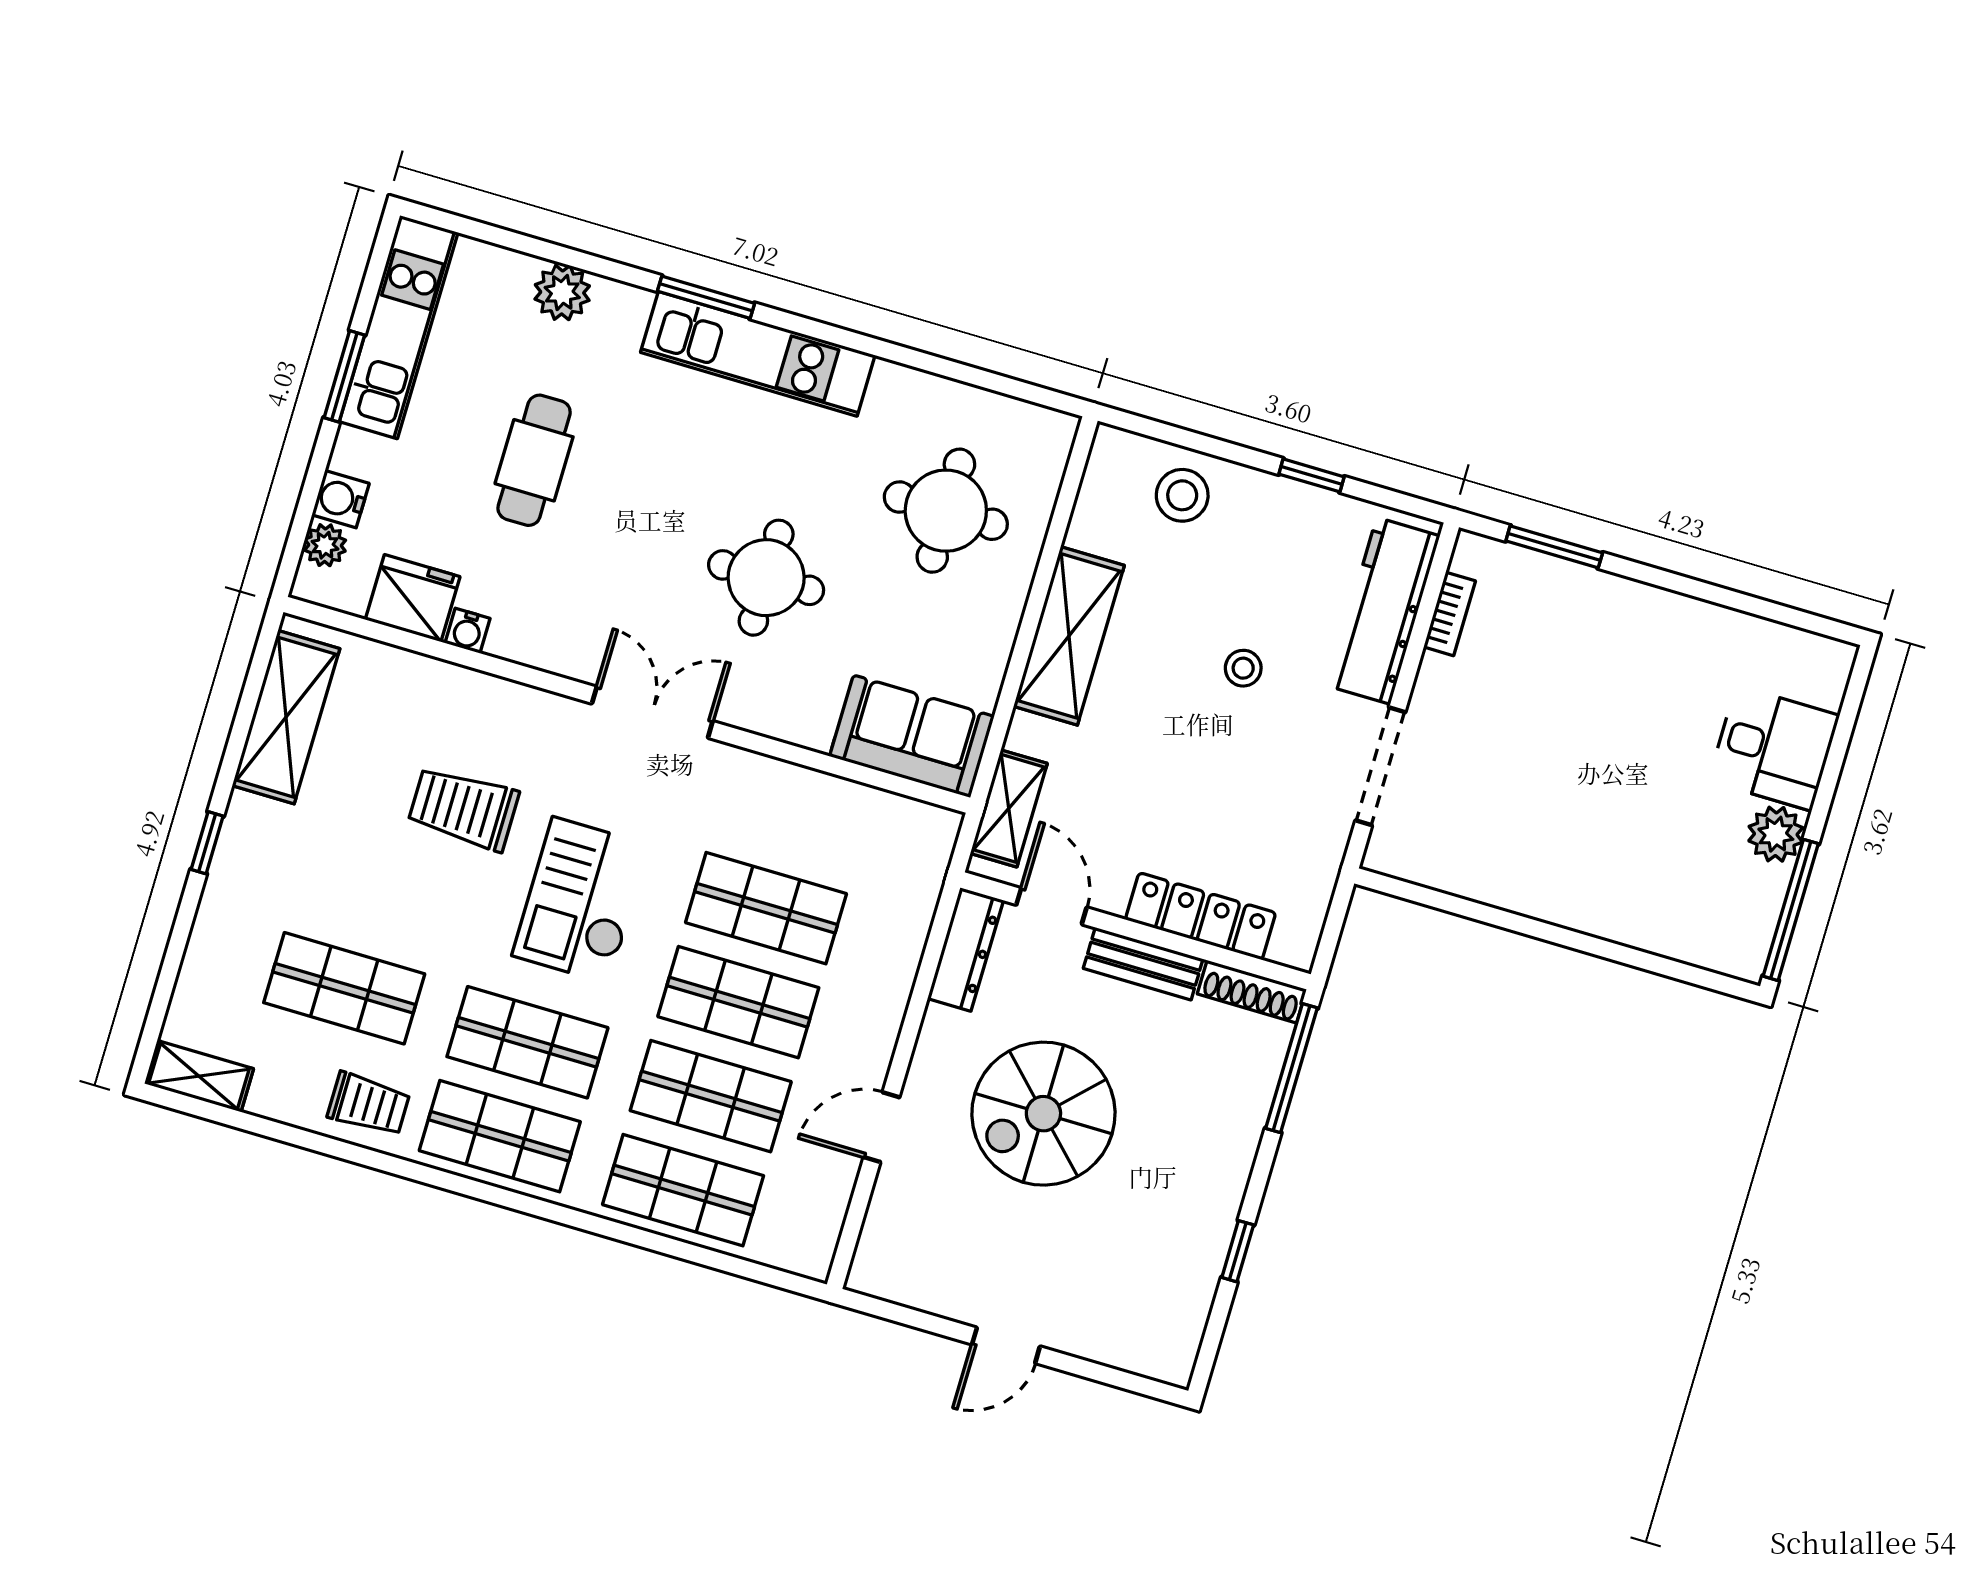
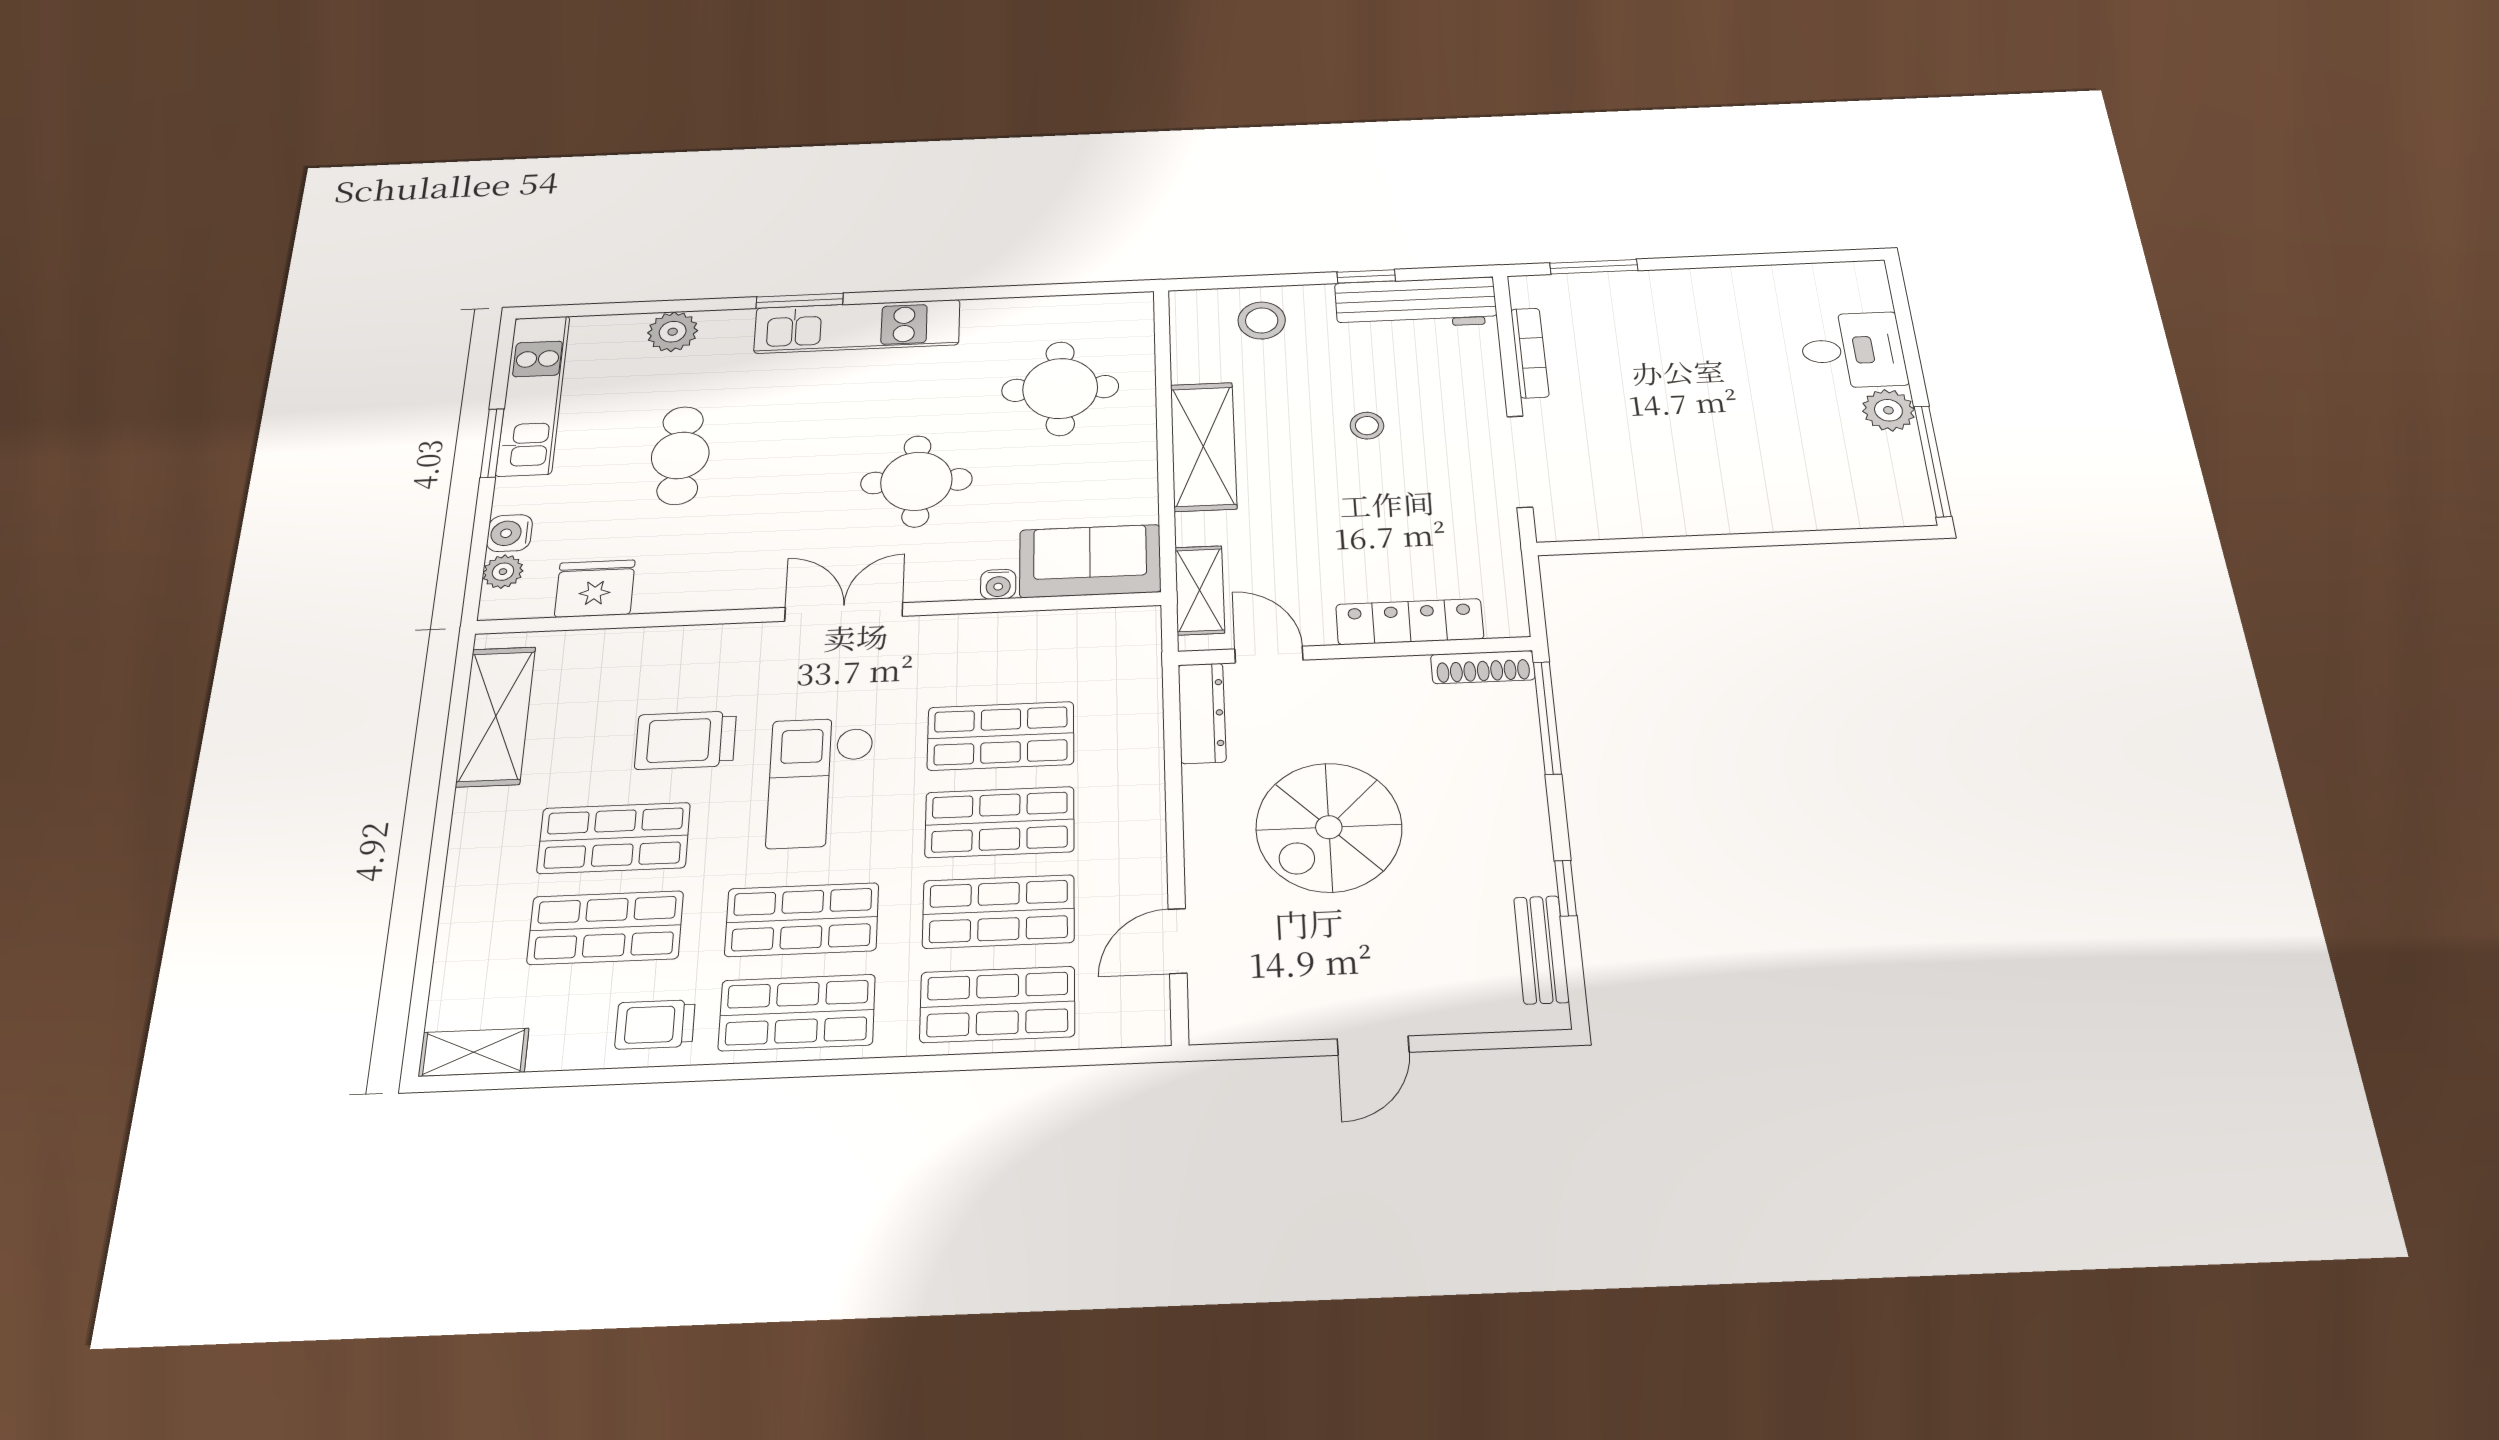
workbench: (1384, 611) -> (1416, 303), moved, turned -90
bookcase: (1450, 614) -> (1530, 353), width x1.56
water cooler: (468, 631) -> (998, 584), moved
window: (207, 843) -> (440, 843), removed
shop shelf: (372, 894) -> (614, 838), added
bench: (1143, 964) -> (1541, 950), moved, turned 90
trolley: (369, 1104) -> (655, 1024), turned 180
door: (881, 1127) -> (1177, 941), moved

